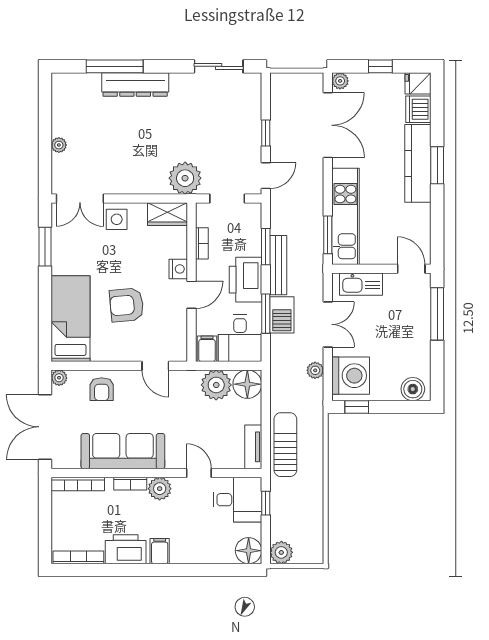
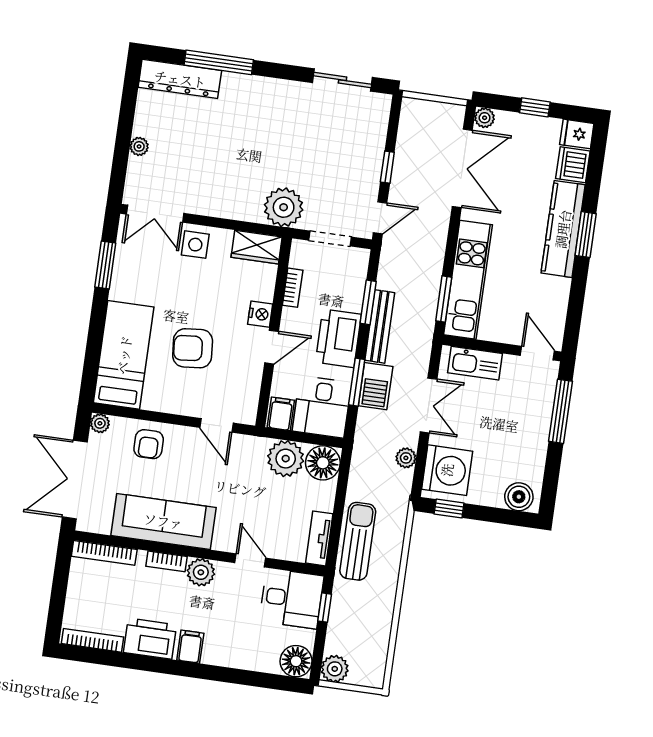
dresser: (135, 85) -> (180, 79), moved

